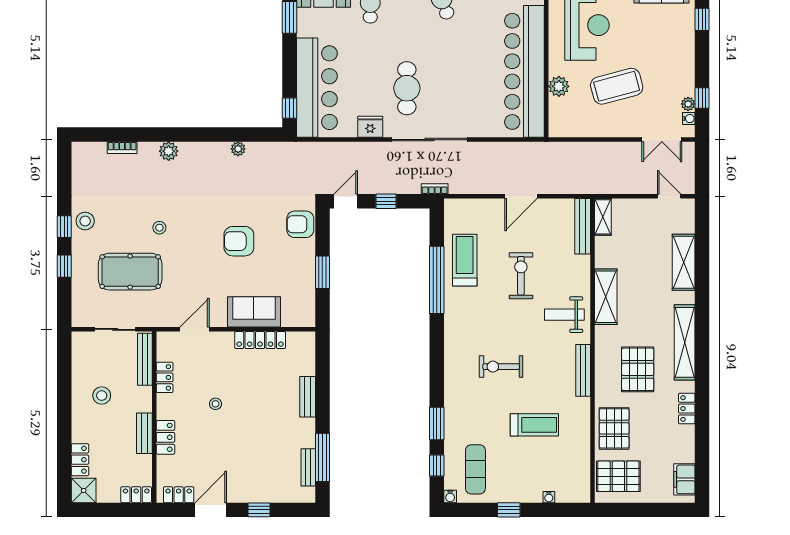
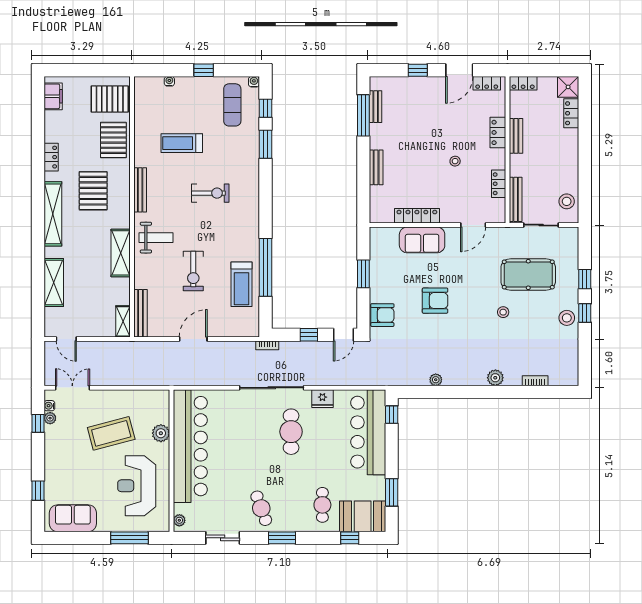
stool: (102, 396) -> (567, 201), moved

